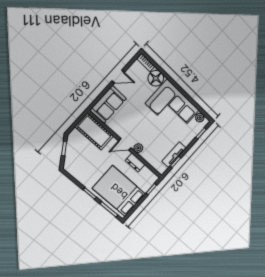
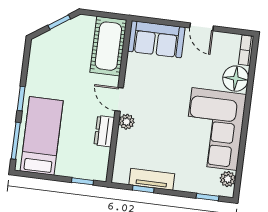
bed: (119, 191) -> (42, 136), width x0.67

